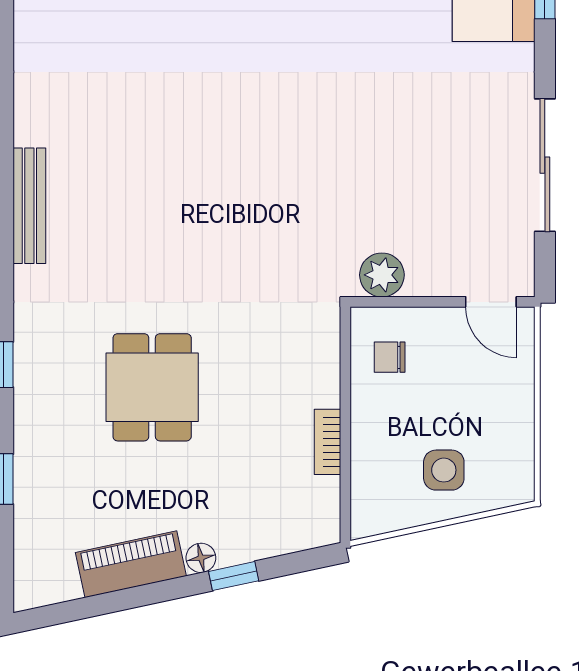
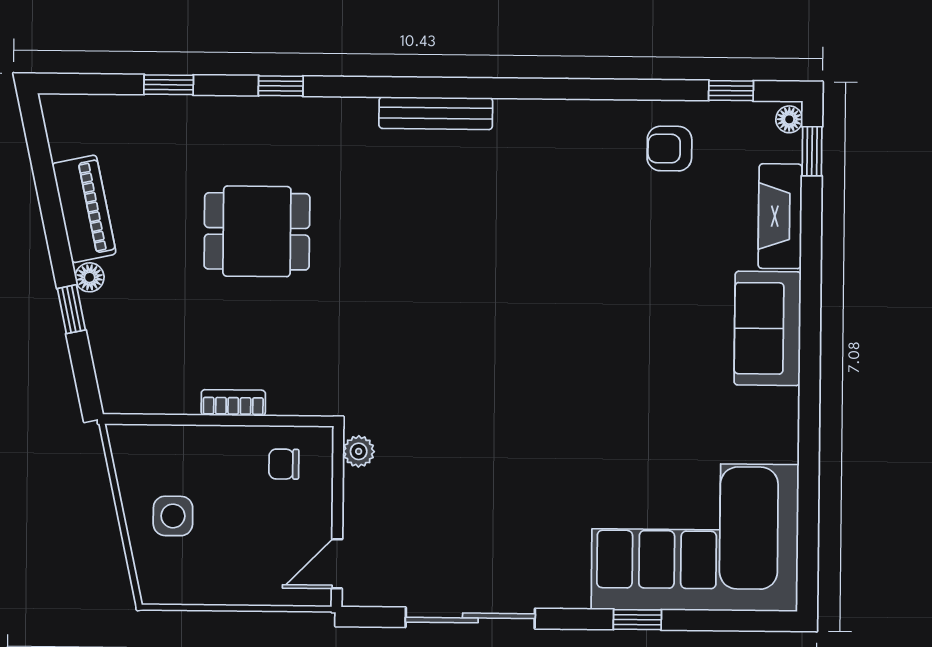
plant: (382, 275) -> (359, 451), width x0.73, depth x0.73
chair: (390, 357) -> (284, 464), turned -90
bookcase: (328, 442) -> (233, 403), moved

